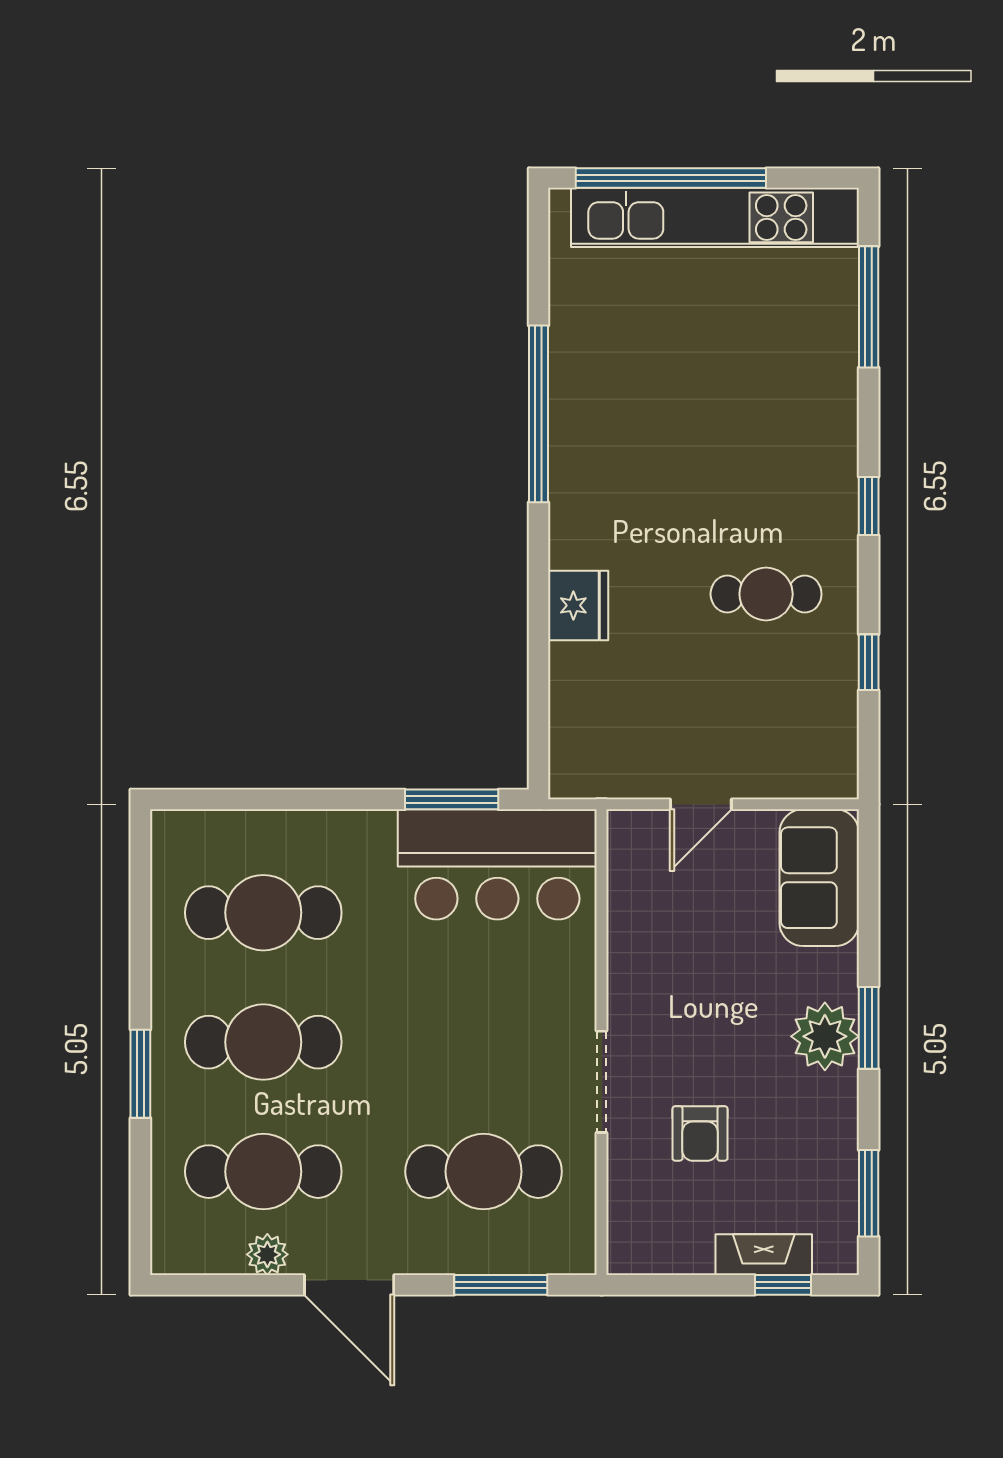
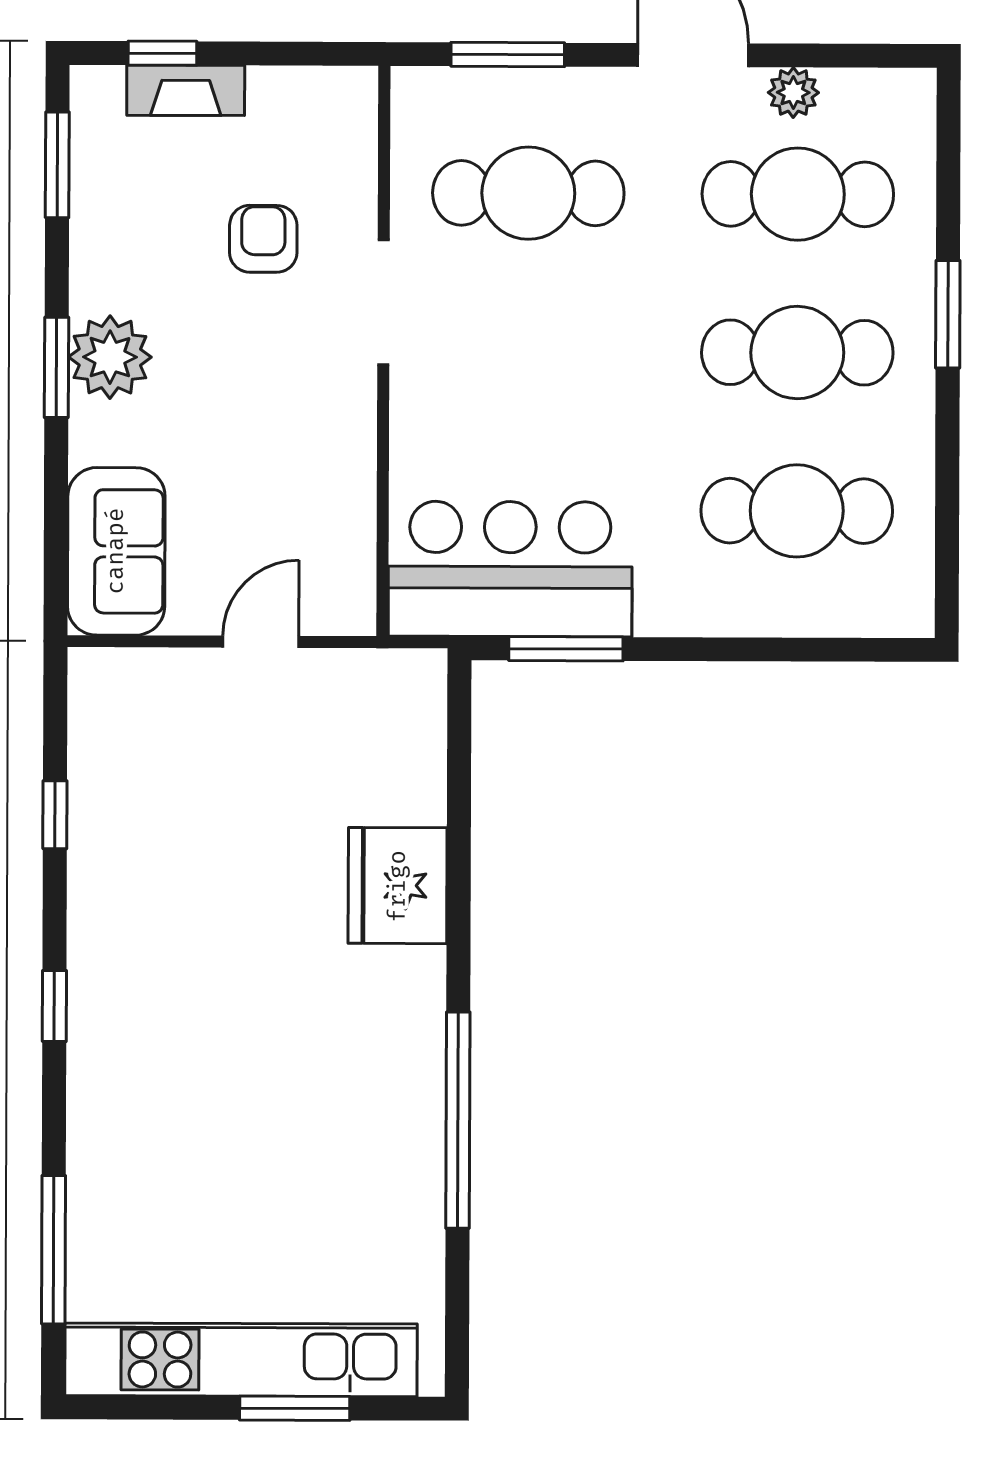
window: (671, 178) -> (295, 1408), width x0.47
cafe table: (766, 594) -> (180, 899), removed
fridge: (578, 605) -> (398, 886), width x1.36, depth x1.34

